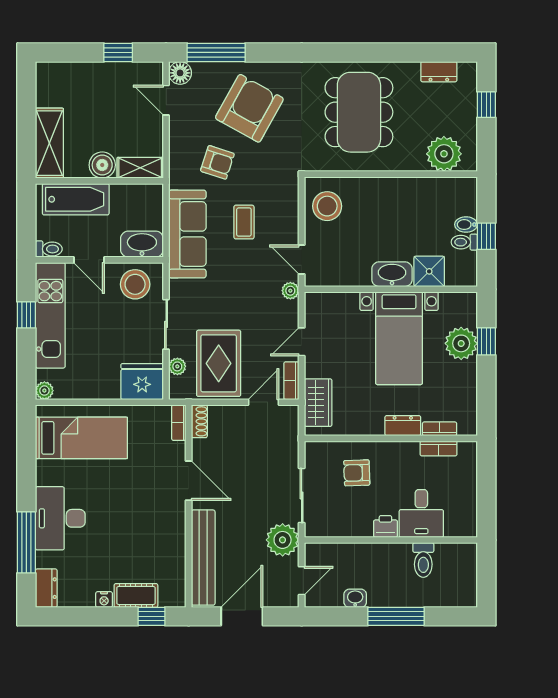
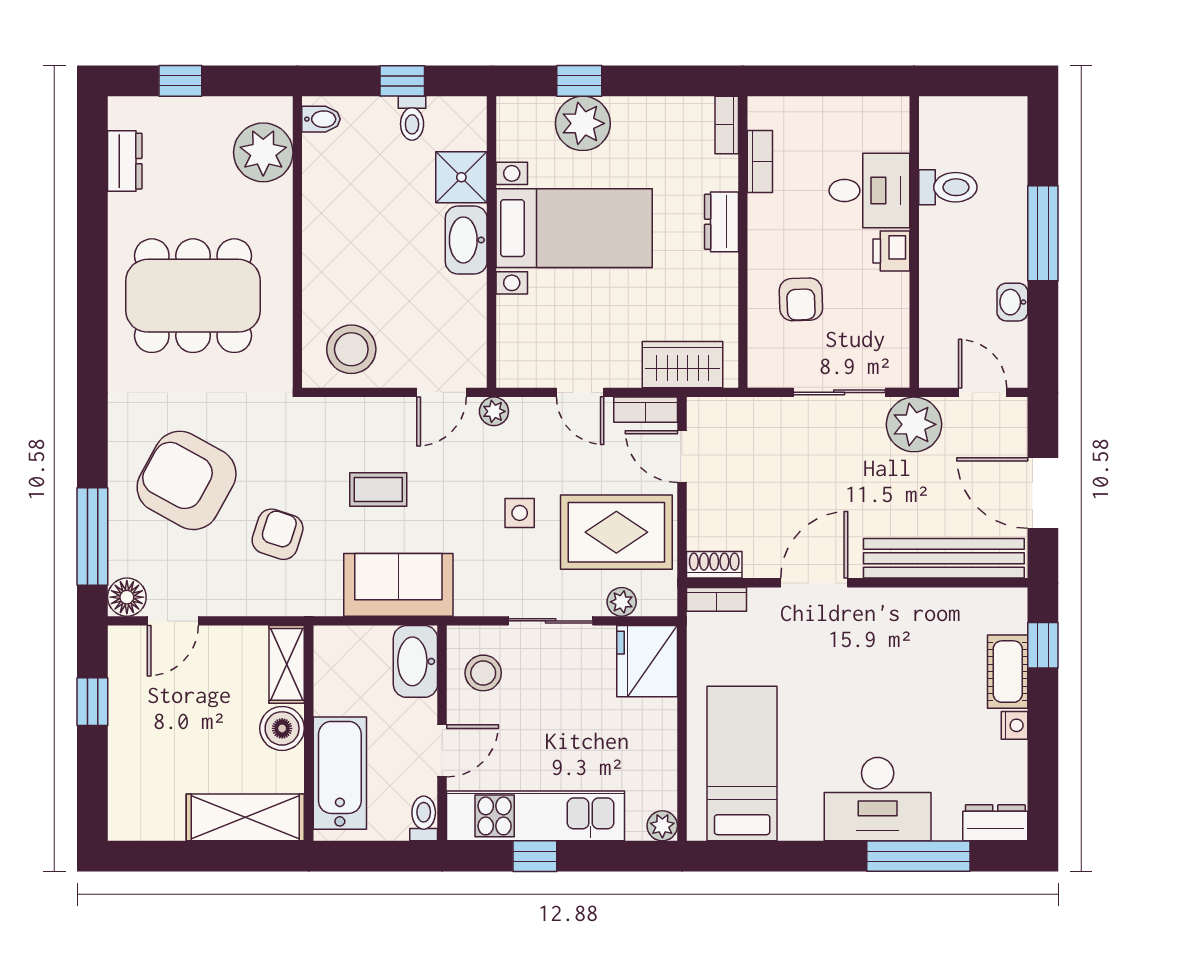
bidet: (466, 225) -> (321, 119), moved, turned -90
sofa: (187, 234) -> (398, 585), width x0.73
stool: (135, 284) -> (483, 673), width x0.73, depth x0.73
side table: (230, 306) -> (520, 513), added
bookcase: (440, 429) -> (727, 125), moved

